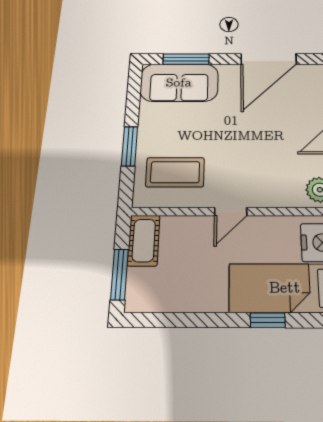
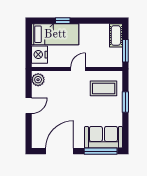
window: (186, 59) -> (101, 151), width x1.44
cot: (144, 240) -> (116, 35), moved
window: (119, 274) -> (125, 51), moved

